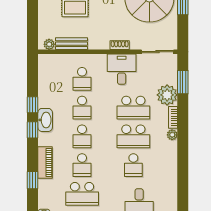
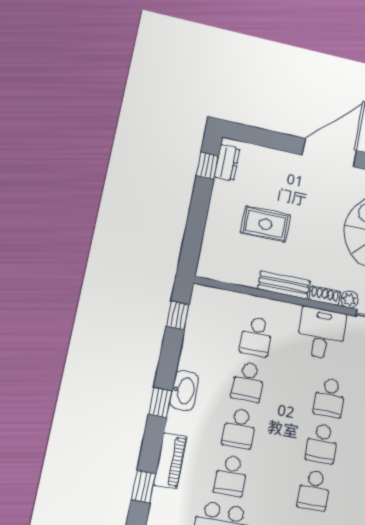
plant: (49, 44) -> (349, 299), moved
bench: (72, 44) -> (284, 285), moved
window: (33, 105) -> (178, 315), moved
school desk: (133, 108) -> (330, 398), width x0.54
school desk: (133, 136) -> (322, 444), width x0.54

